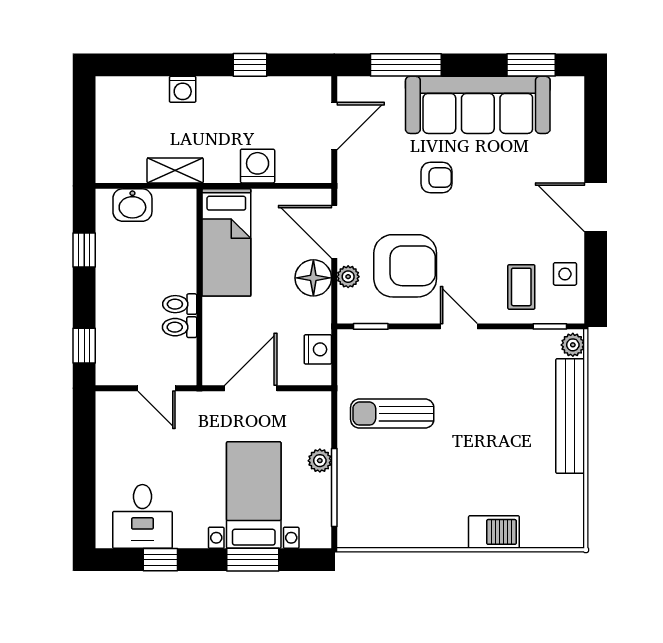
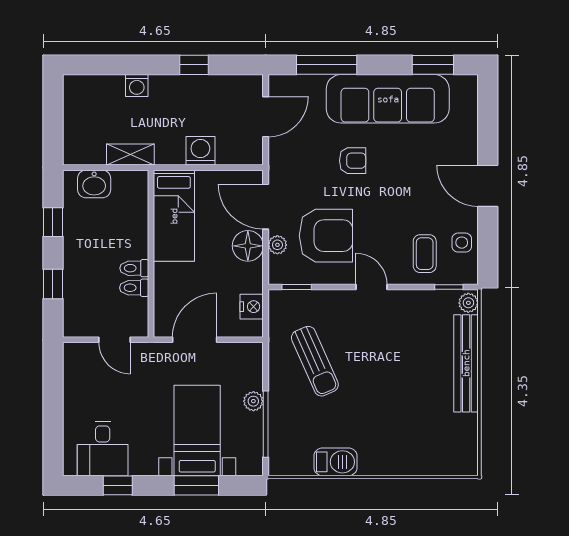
window: (84, 346) -> (53, 284), moved
sun lounger: (392, 414) -> (315, 361), turned -114
barbecue: (494, 532) -> (336, 462), moved

